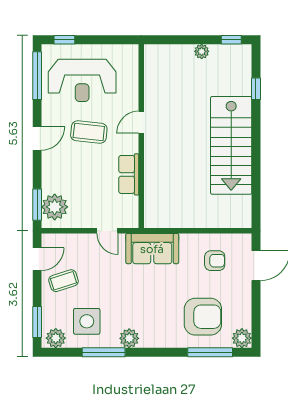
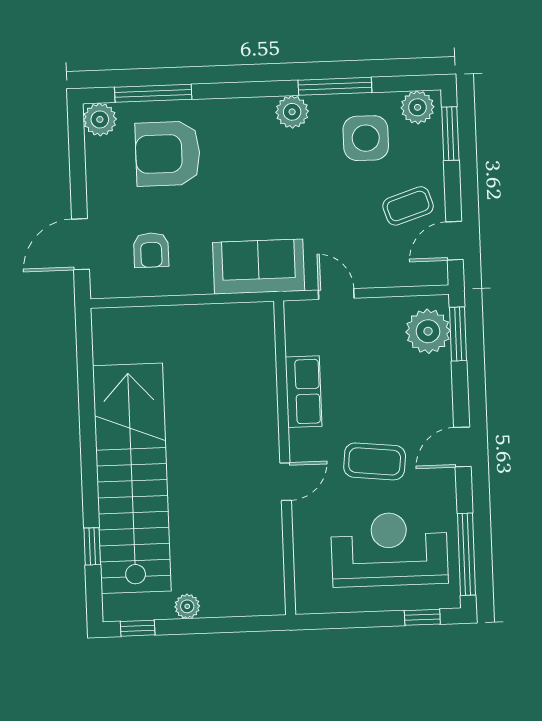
stairs: (231, 145) -> (132, 478), width x1.36
armchair: (215, 261) -> (151, 250), turned -90

